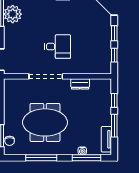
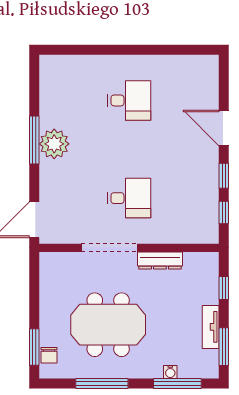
dresser: (80, 84) -> (160, 260), width x1.44
window: (114, 126) -> (224, 347), moved
tv unit: (106, 139) -> (211, 327), moved

